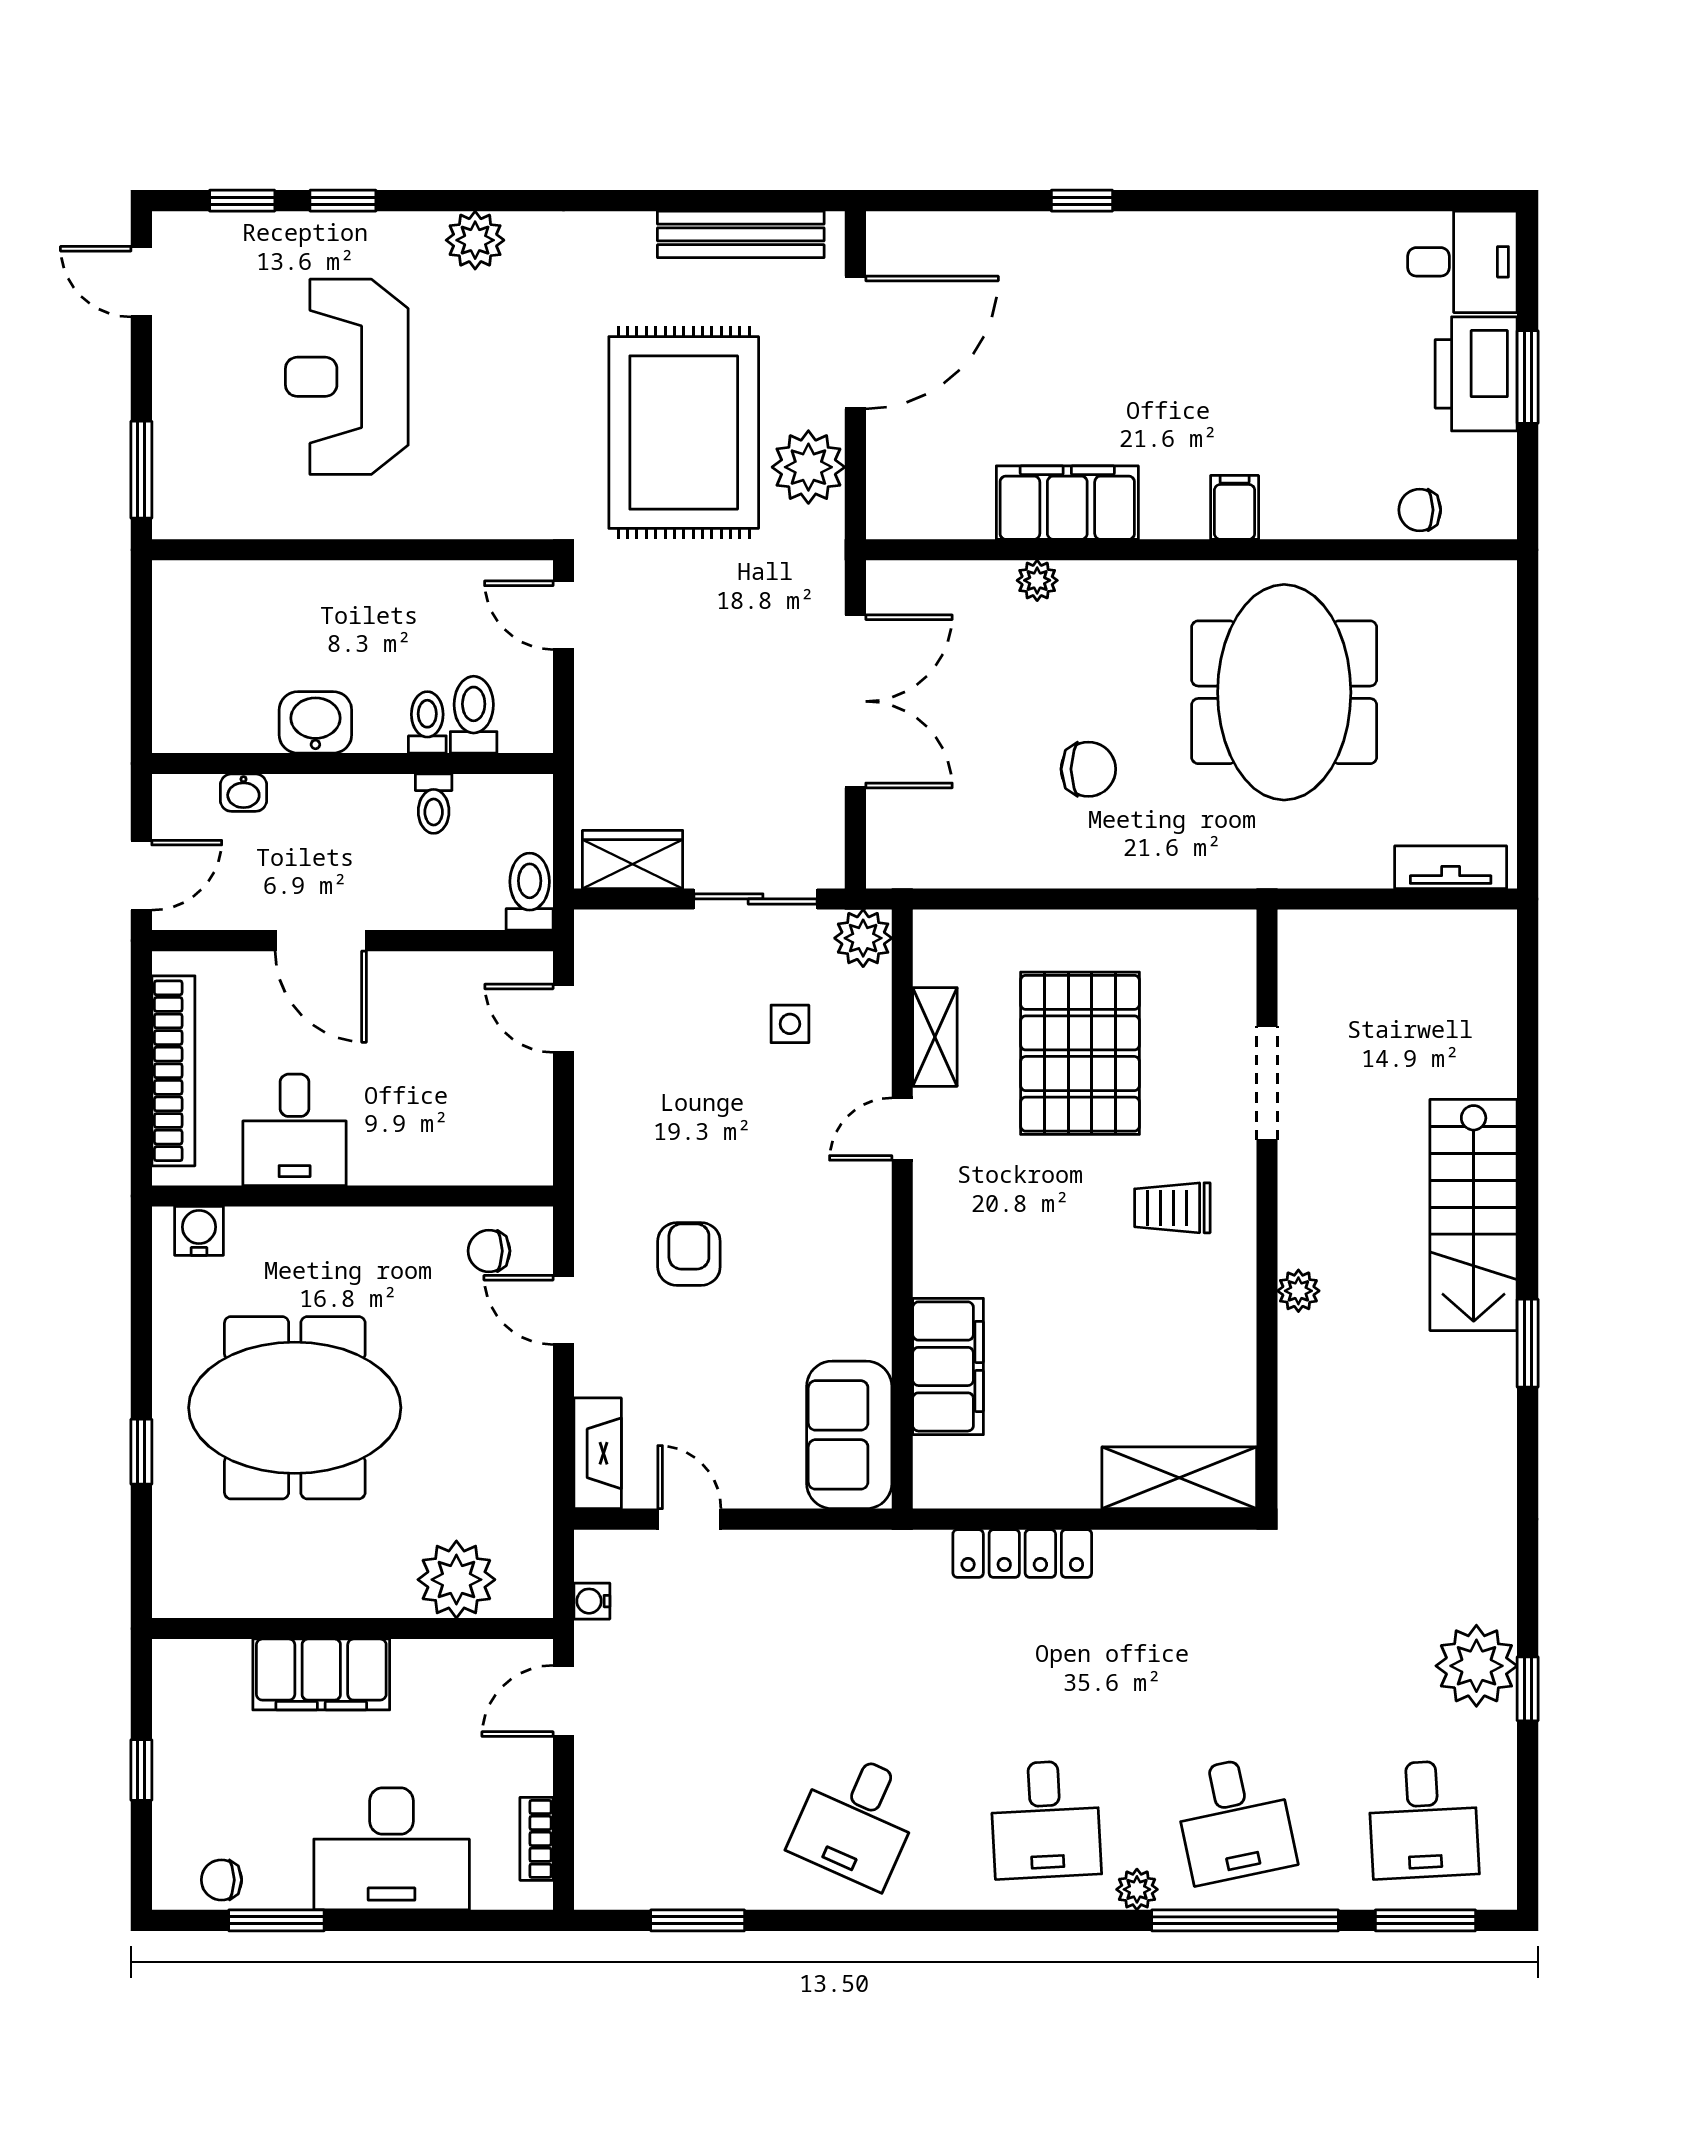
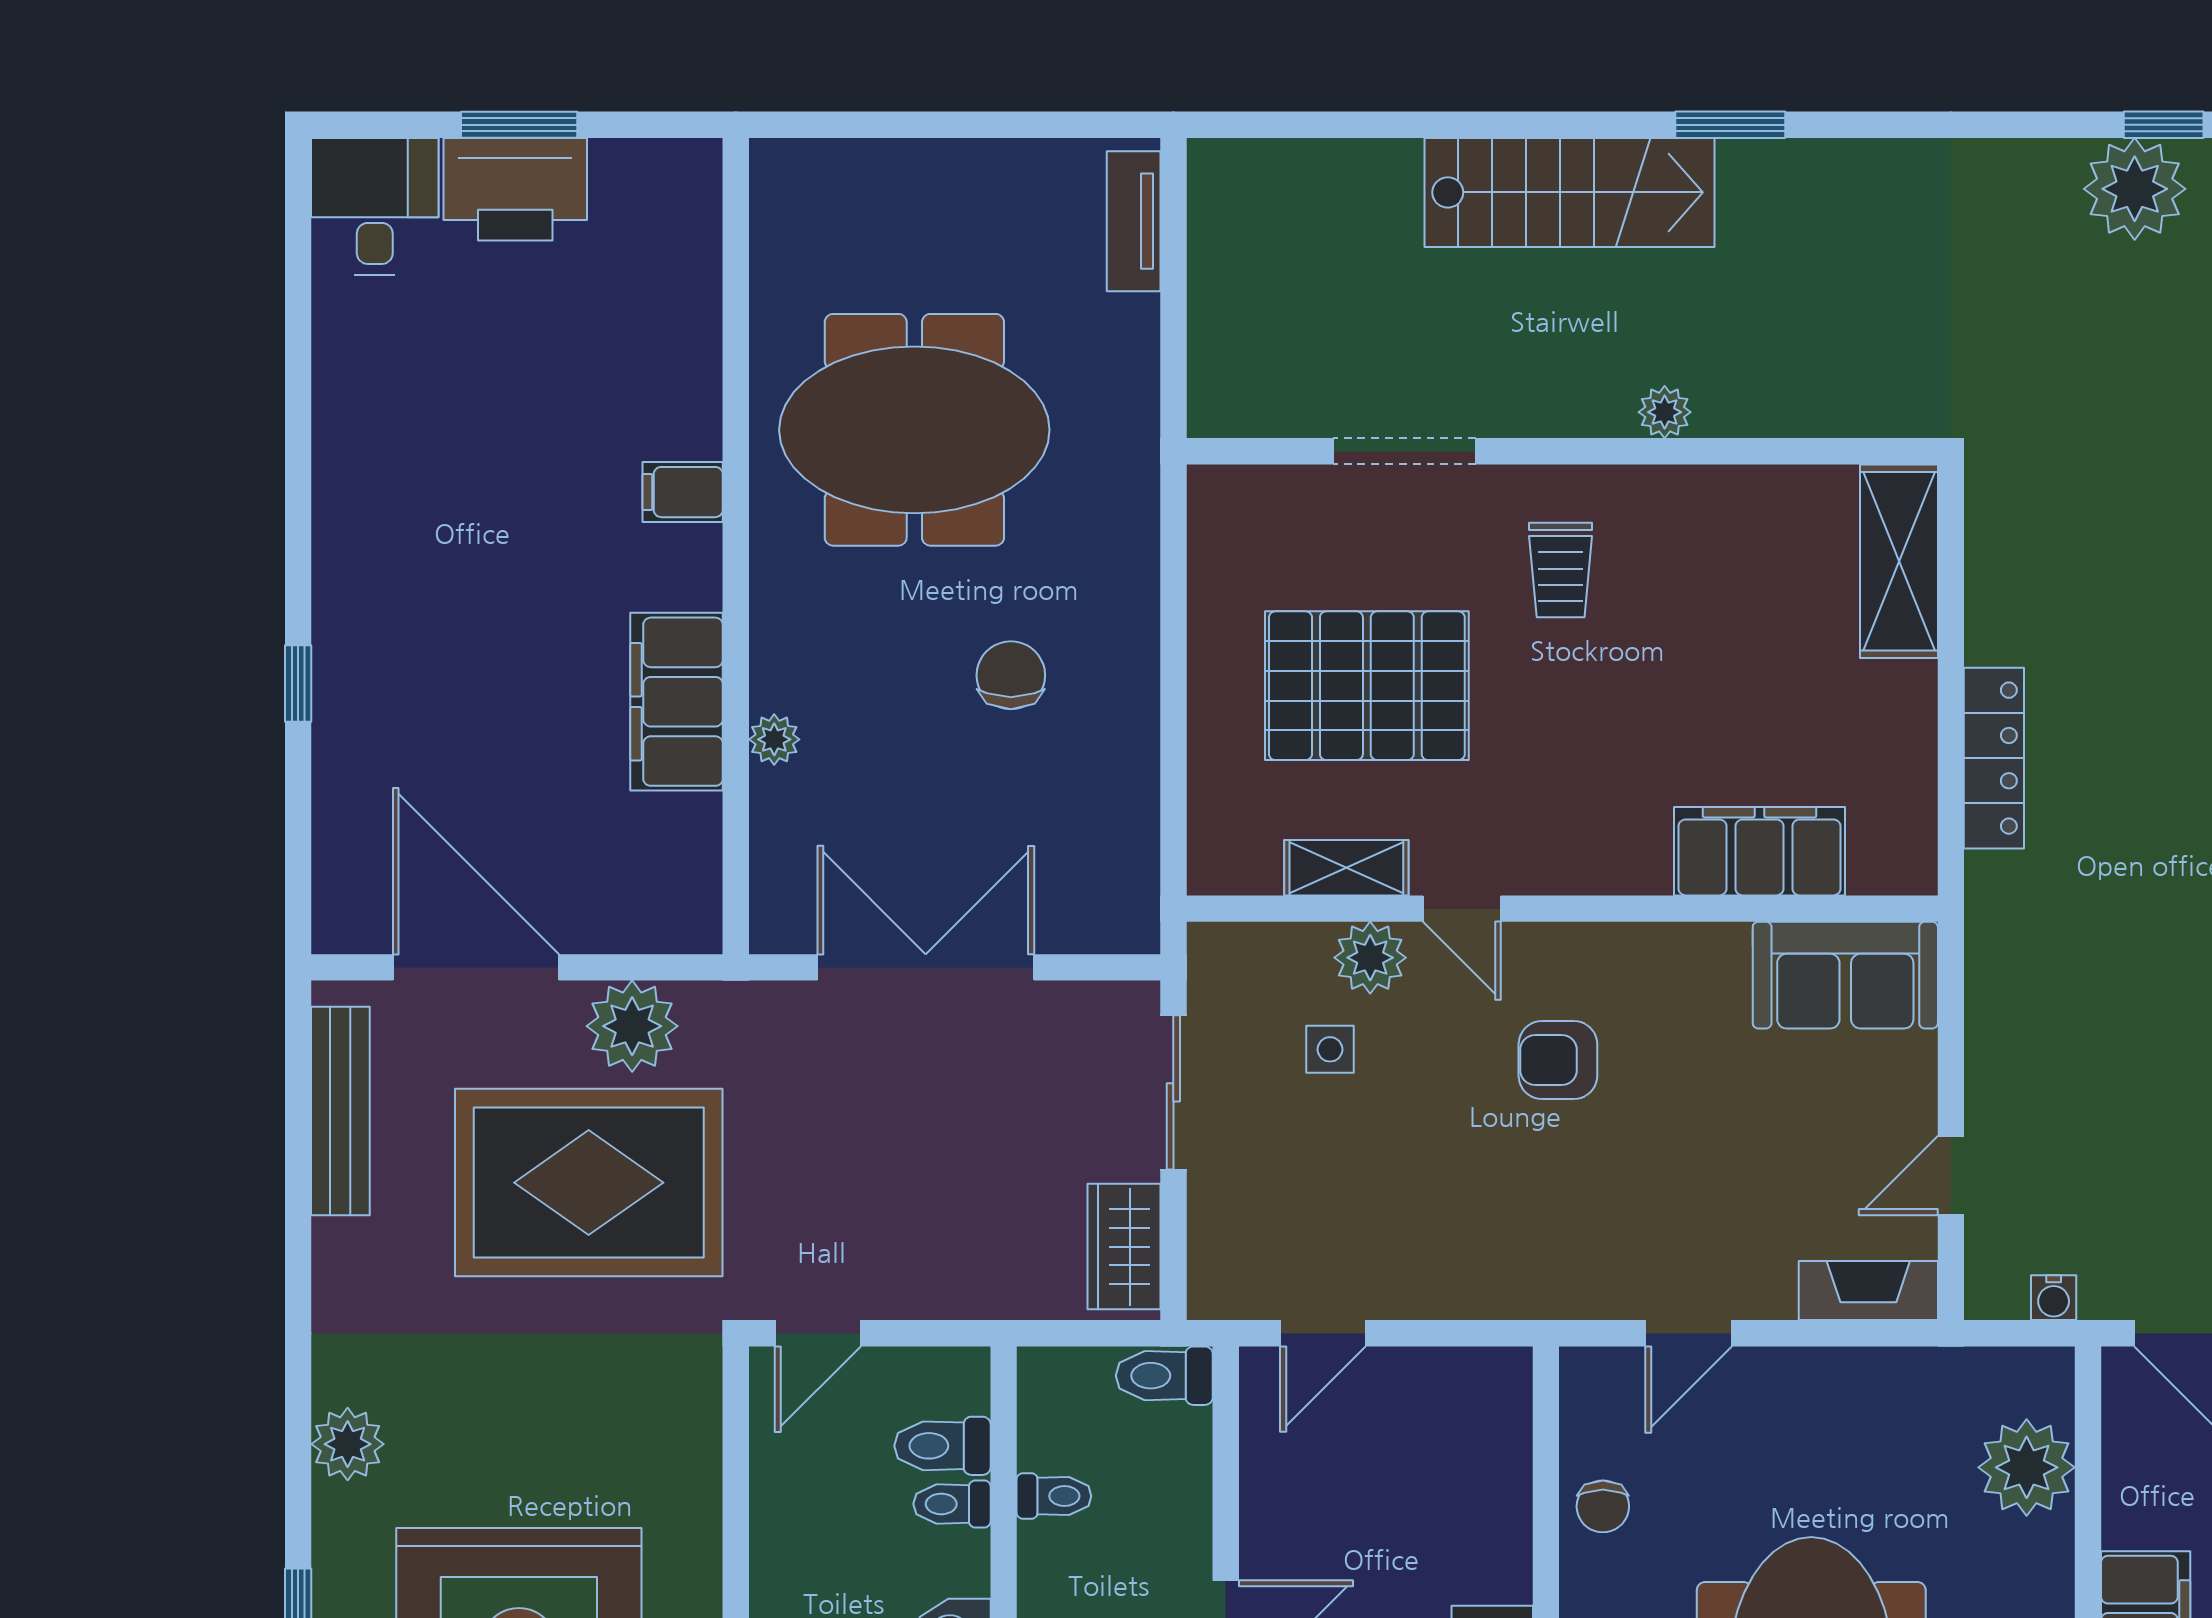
chair: (1420, 510) -> (686, 260), removed
plant: (863, 938) -> (1370, 958), moved
chair: (489, 1251) -> (1603, 1506), moved
armchair: (689, 1254) -> (1558, 1060), moved

